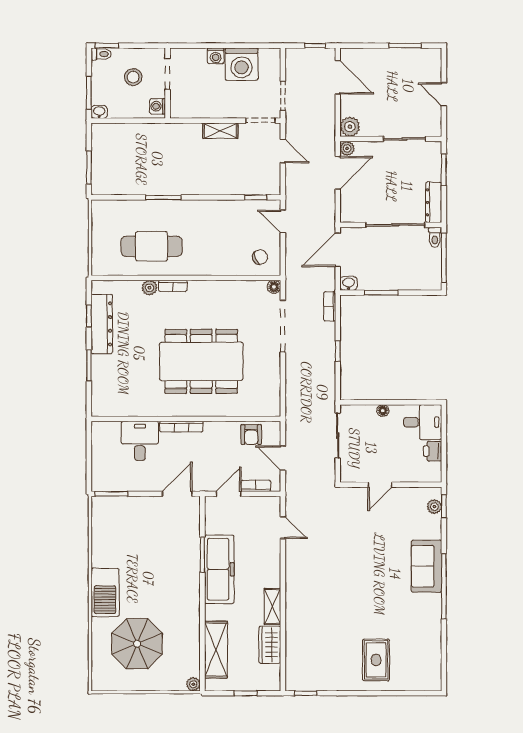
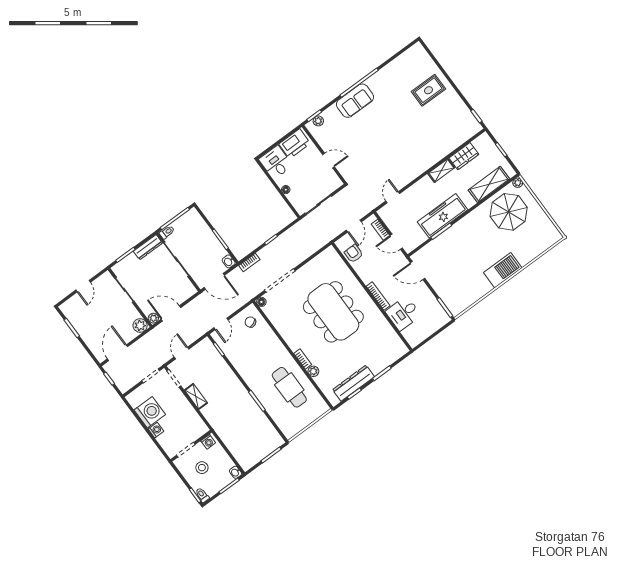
armchair: (251, 435) -> (354, 254), turned -90
printer: (433, 451) -> (295, 144), width x1.87, depth x1.48
parasol: (137, 644) -> (509, 212), moved

